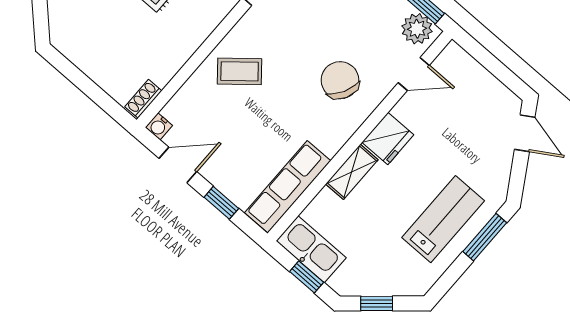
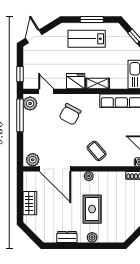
plant: (208, 21) -> (89, 176), added
window: (481, 55) -> (20, 74), added
window: (485, 237) -> (92, 19), moved

